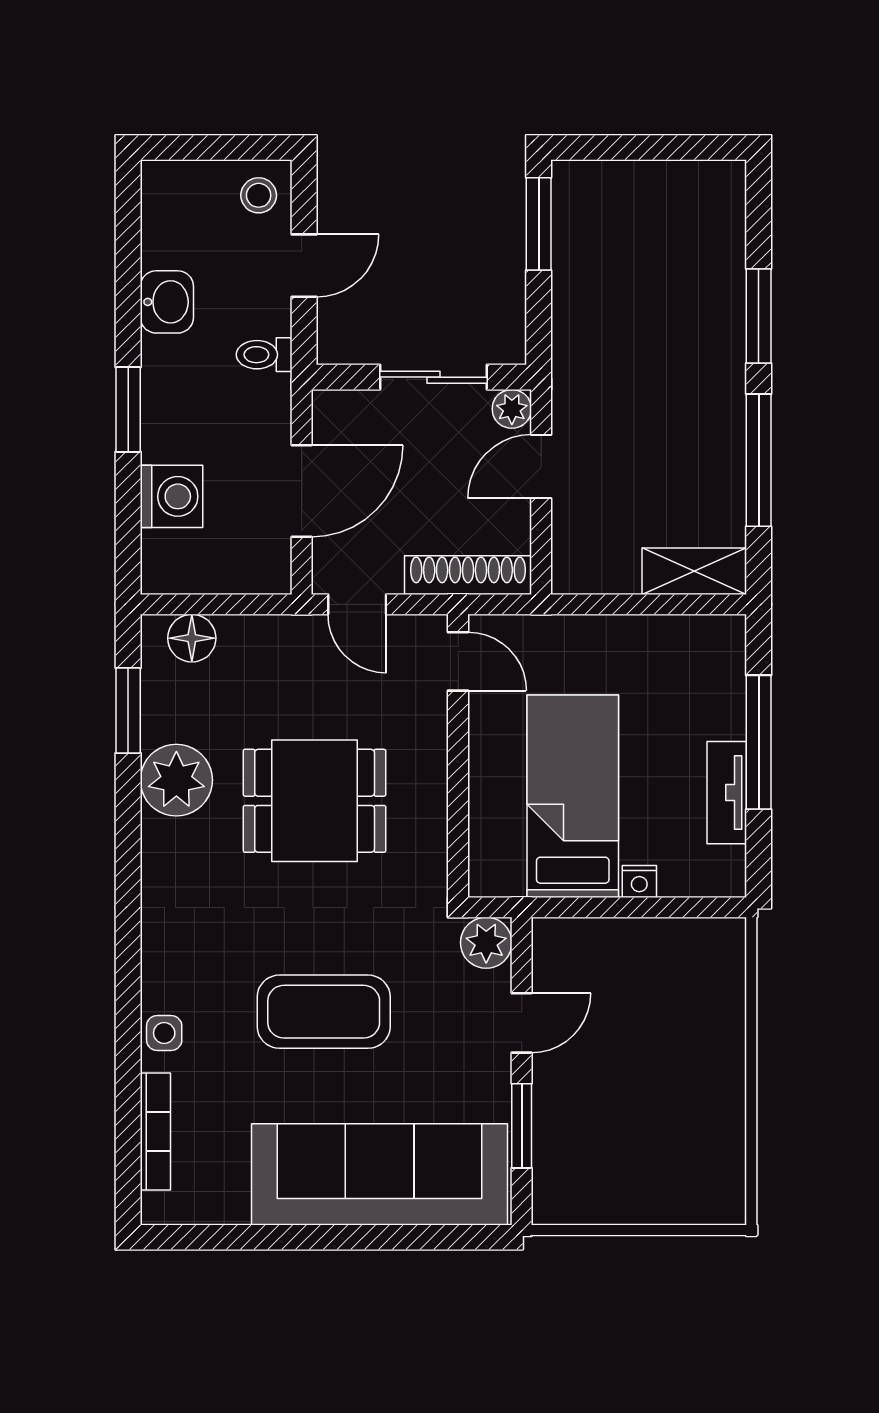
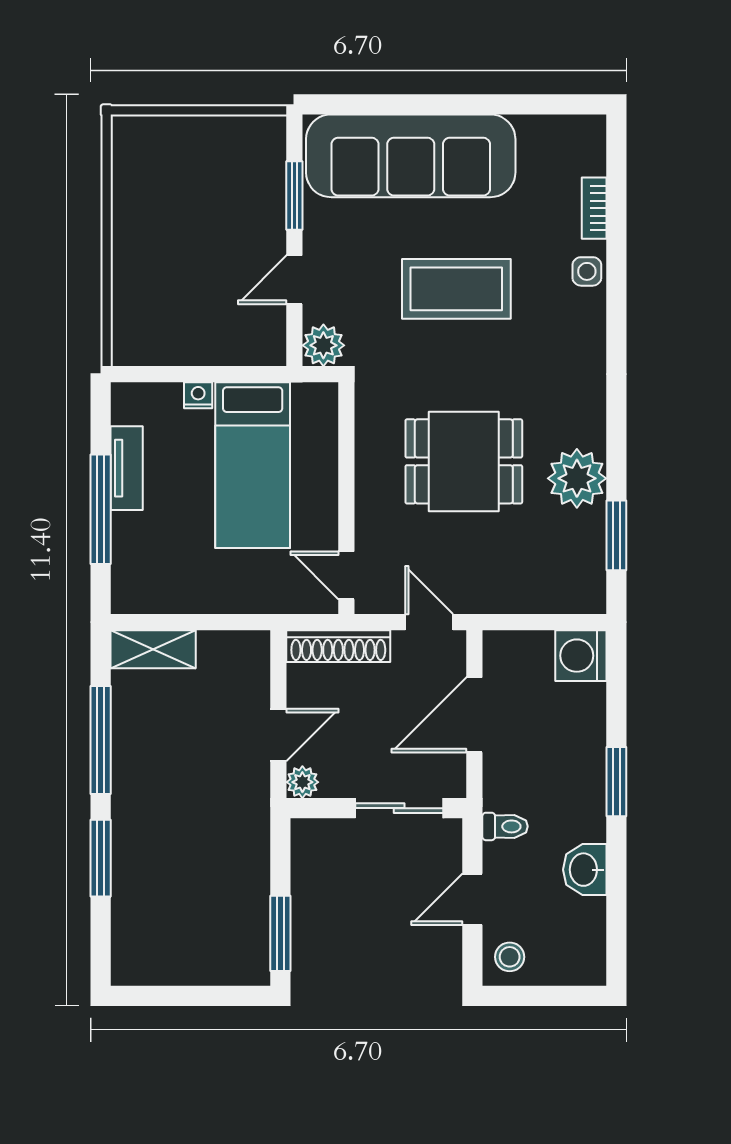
sliding door: (434, 377) -> (399, 808), moved
washing machine: (172, 496) -> (581, 656), moved
floor lamp: (192, 638) -> (564, 594), removed
bookcase: (155, 1131) -> (594, 208), width x0.64

